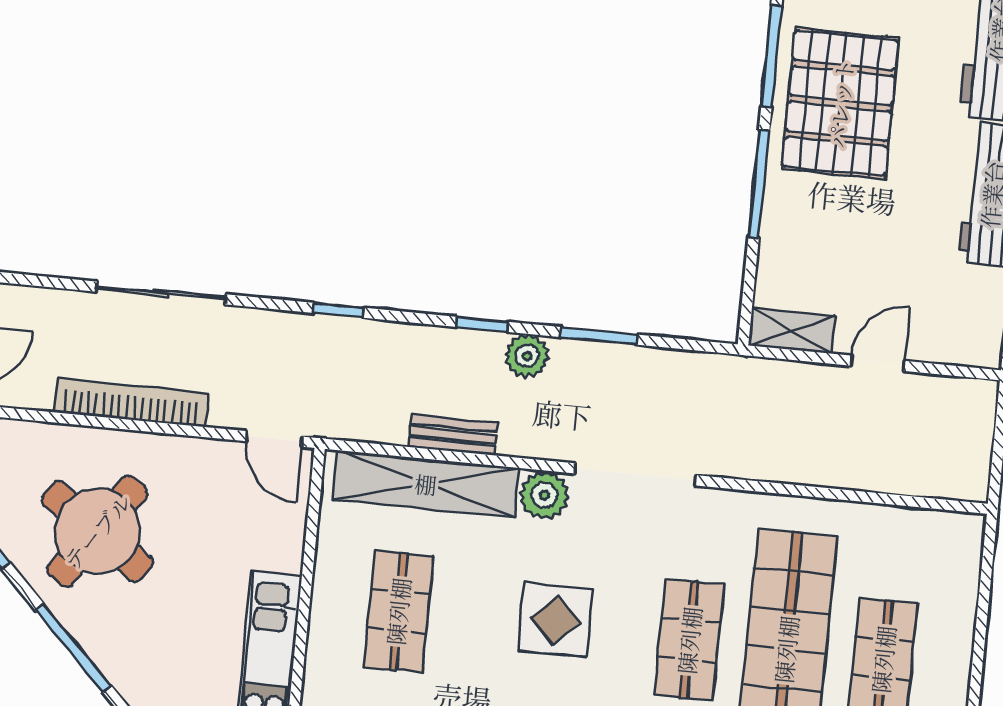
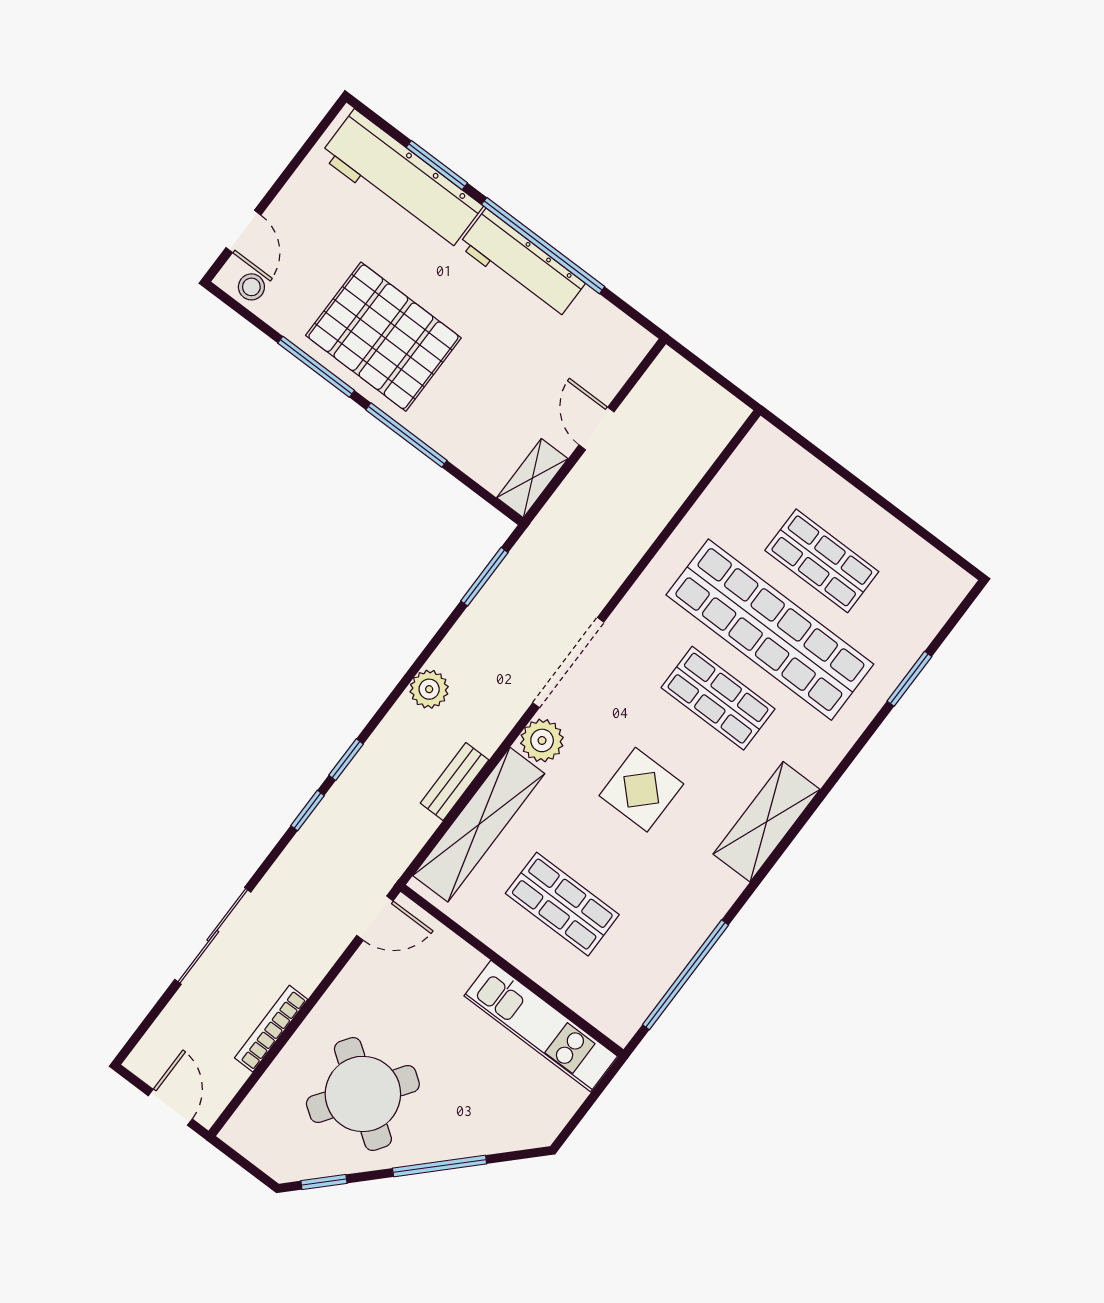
window: (482, 324) -> (346, 760), moved
window: (599, 336) -> (484, 577), moved
bookcase: (131, 402) -> (271, 1029), width x0.68, depth x0.76

